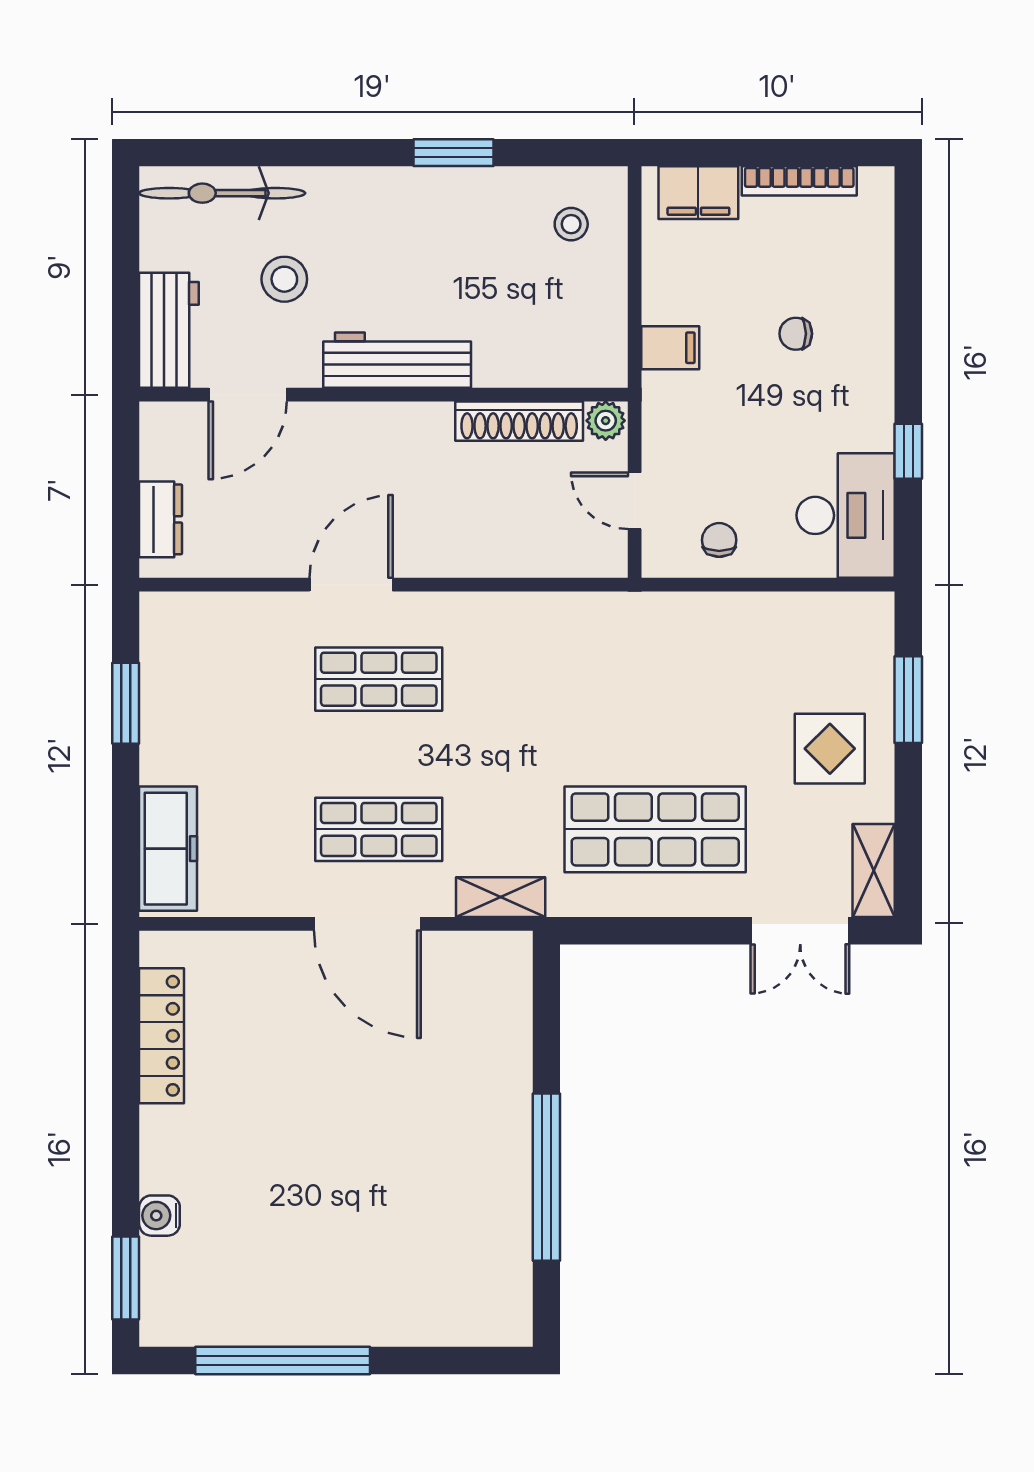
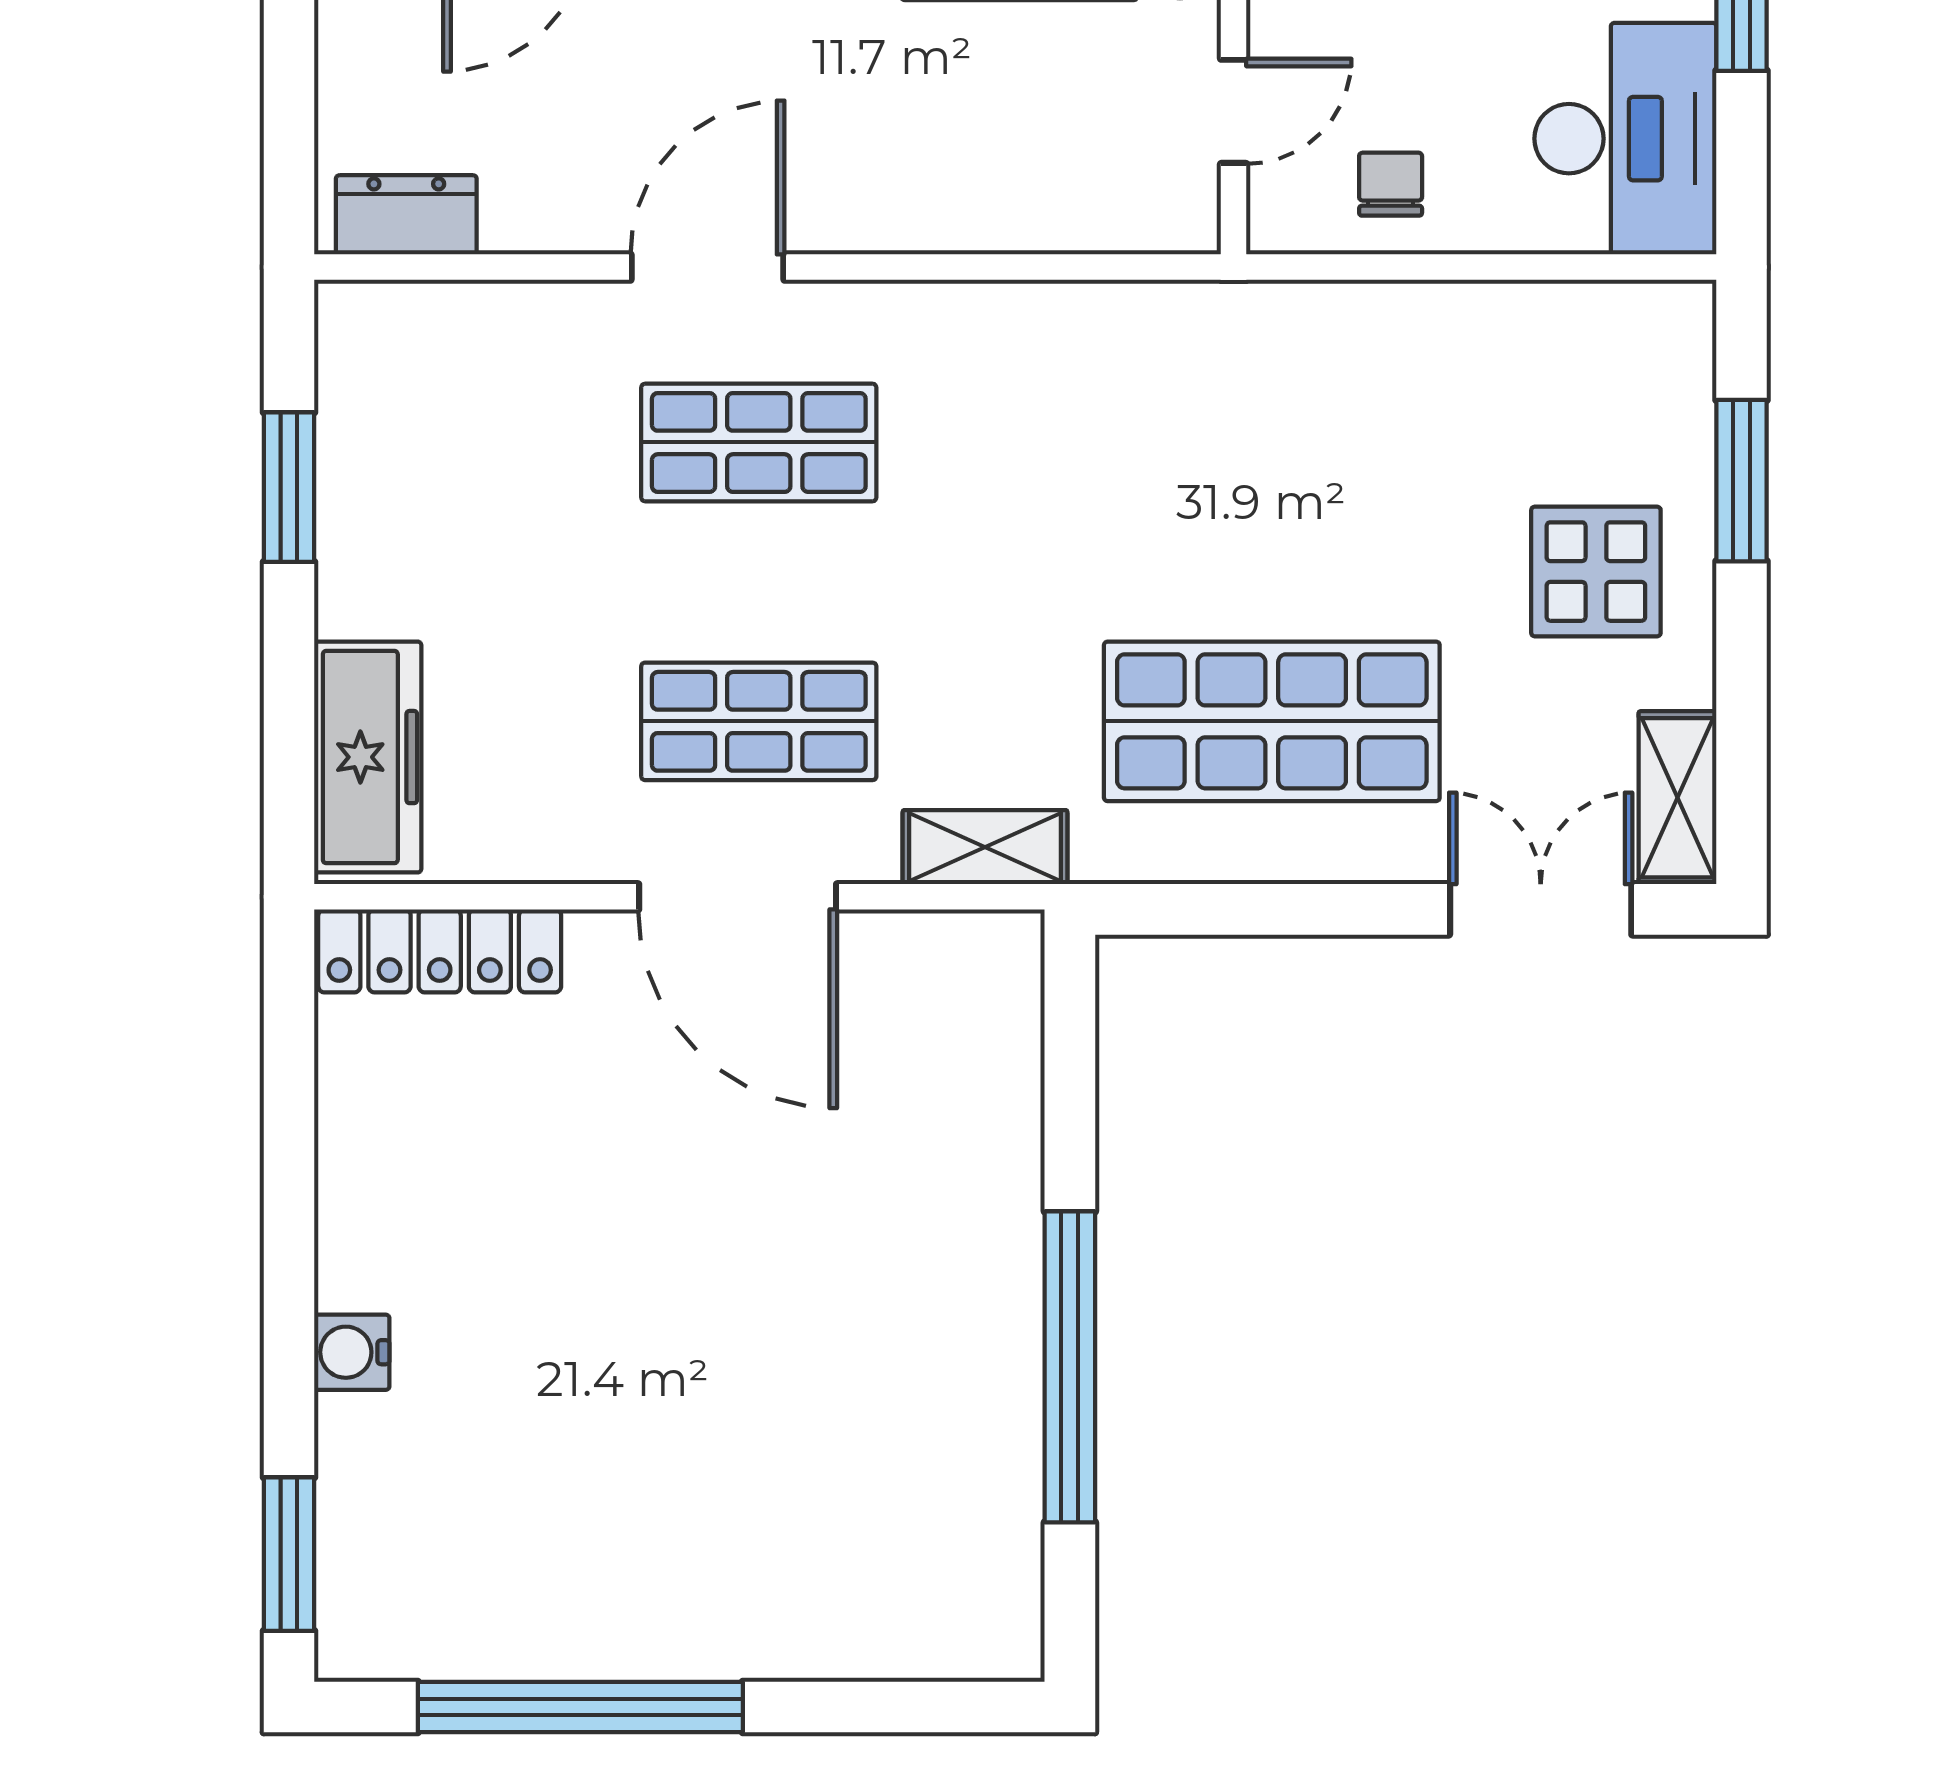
door: (635, 501) -> (1234, 111), swing flipped
dresser: (161, 519) -> (406, 215), moved, turned -90
double door: (800, 931) -> (1541, 909), swing flipped
locker: (162, 1036) -> (440, 951), moved, turned 90
water cooler: (159, 1216) -> (352, 1352), moved

